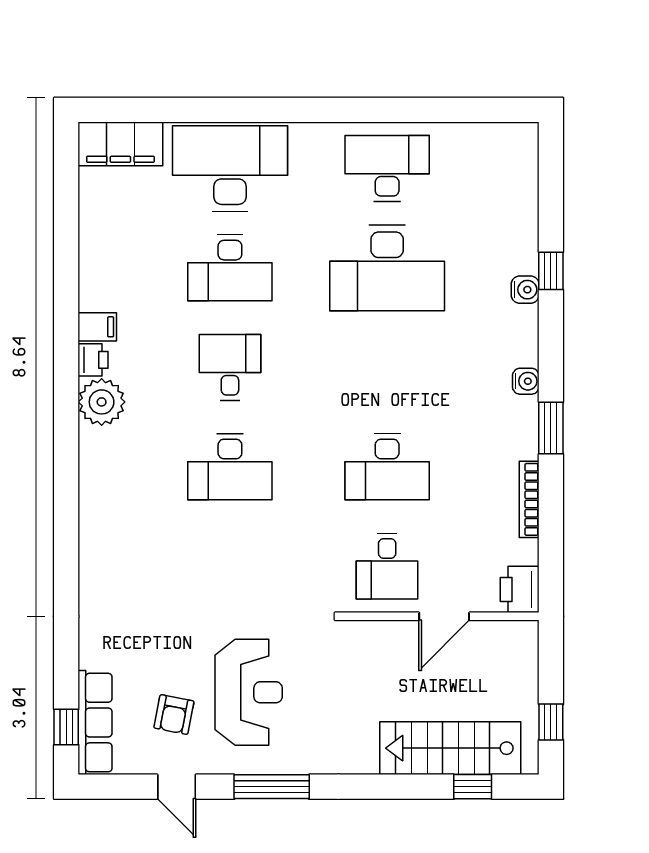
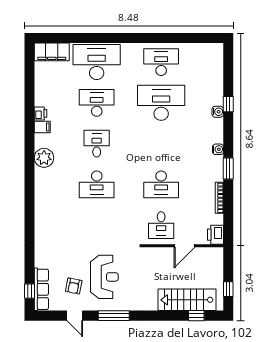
desk: (230, 268) -> (97, 103), turned 180
desk: (387, 268) -> (161, 103), turned 180
printer: (93, 360) -> (40, 113), moved

